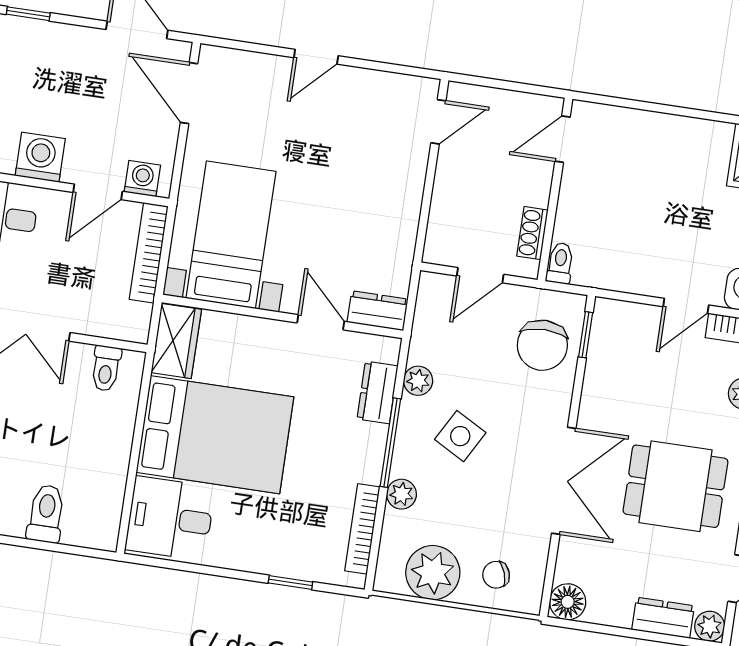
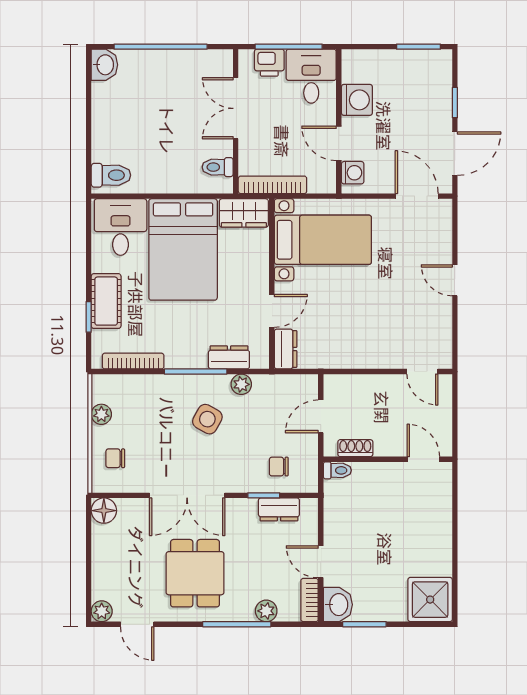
window: (28, 14) -> (455, 103), moved
door: (189, 93) -> (417, 196), hinge flipped
bookcase: (149, 253) -> (272, 185), moved
door: (480, 275) -> (321, 416), hinge flipped
window: (586, 335) -> (264, 495), moved
chair: (542, 345) -> (279, 467), width x0.54, depth x0.54
plant: (402, 494) -> (161, 385), removed
toilet: (46, 514) -> (111, 175), moved
cot: (272, 554) -> (106, 301), added
plant: (433, 573) -> (101, 414), width x0.53, depth x0.53
chair: (496, 575) -> (115, 458), turned -71
dresser: (663, 618) -> (279, 509), moved, turned 90

